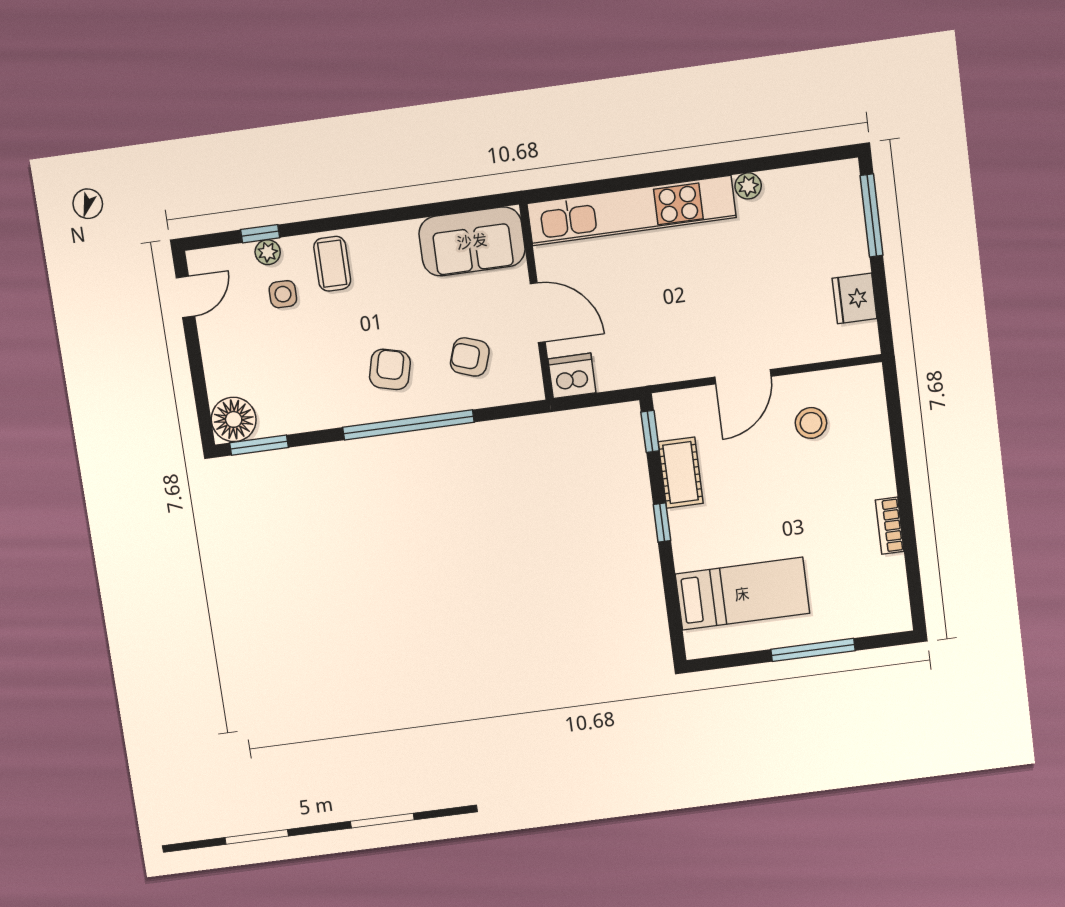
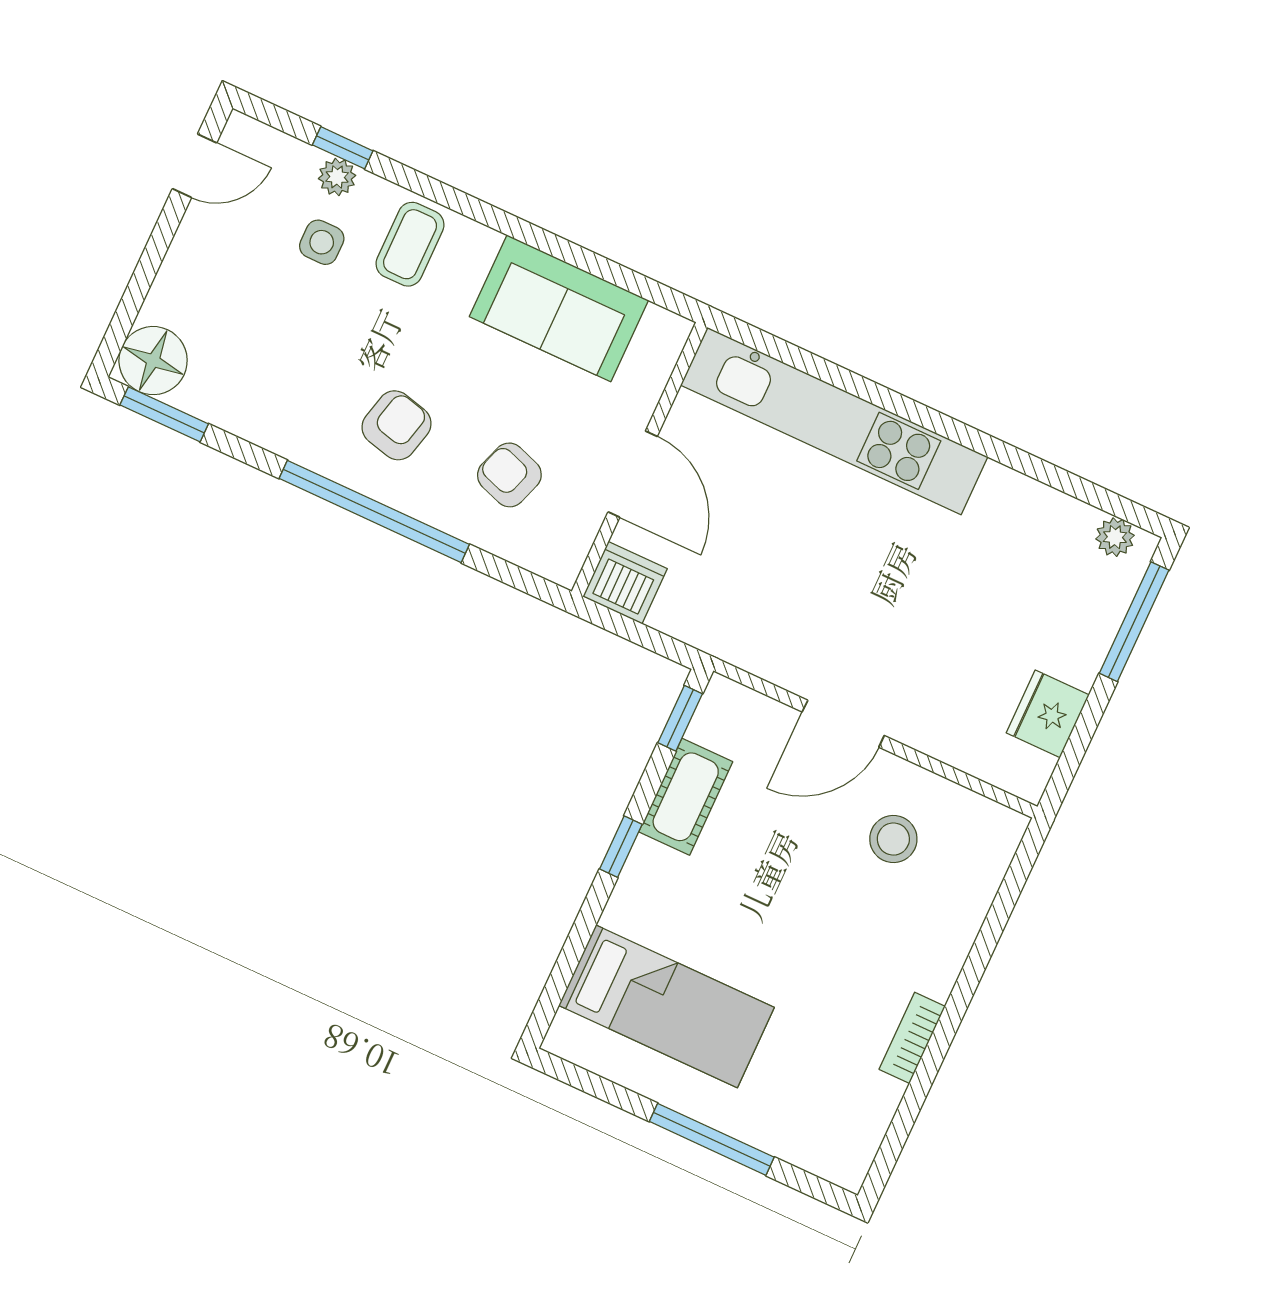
plant: (748, 186) -> (1115, 537), moved
sofa: (472, 241) -> (559, 308), moved

